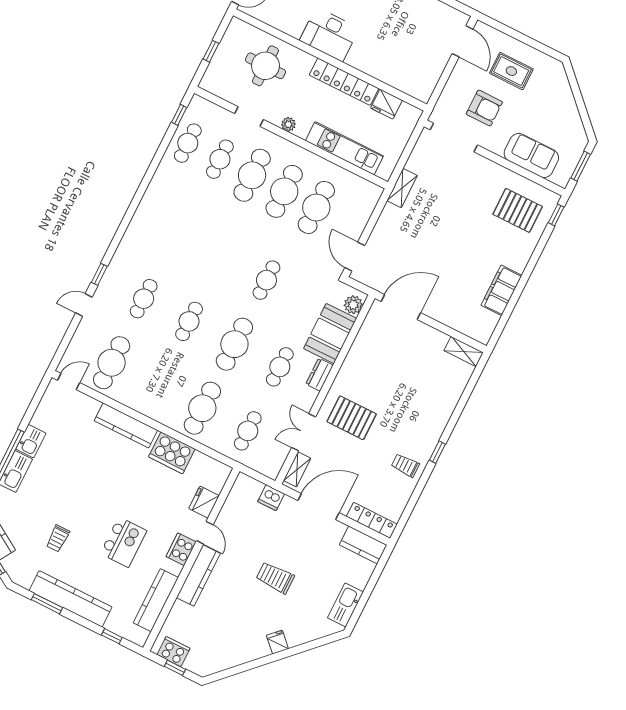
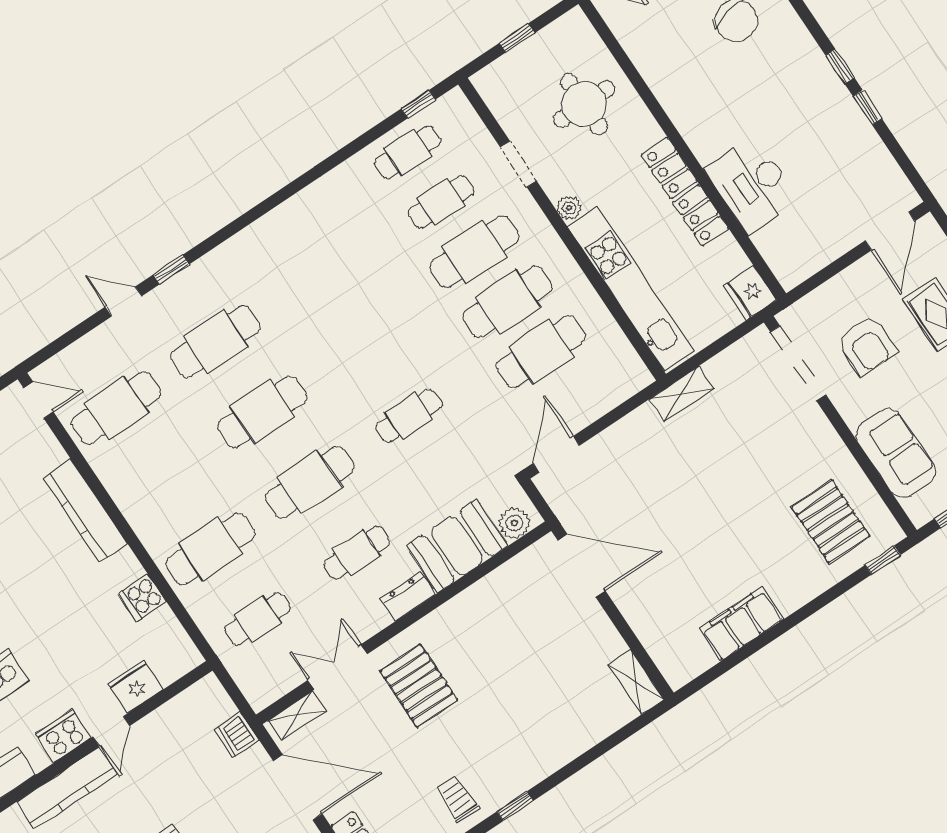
desk: (329, 34) -> (752, 185), moved
fridge: (386, 104) -> (750, 293), moved
kitchen unit: (344, 148) -> (631, 289), width x1.36
cafe table: (144, 299) -> (215, 342), width x1.37, depth x1.35
cafe table: (189, 321) -> (263, 412), width x1.37, depth x1.35
cooker: (172, 453) -> (142, 598), width x0.53, depth x0.76

